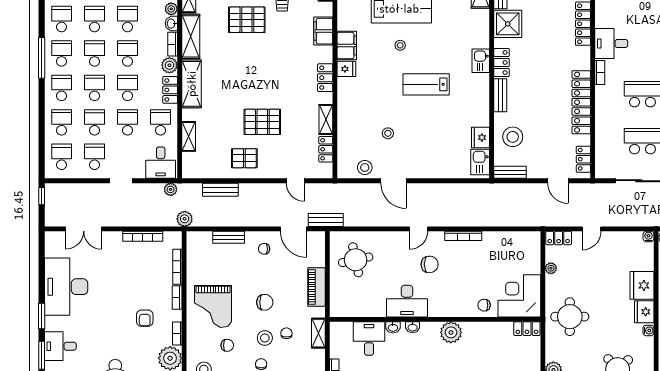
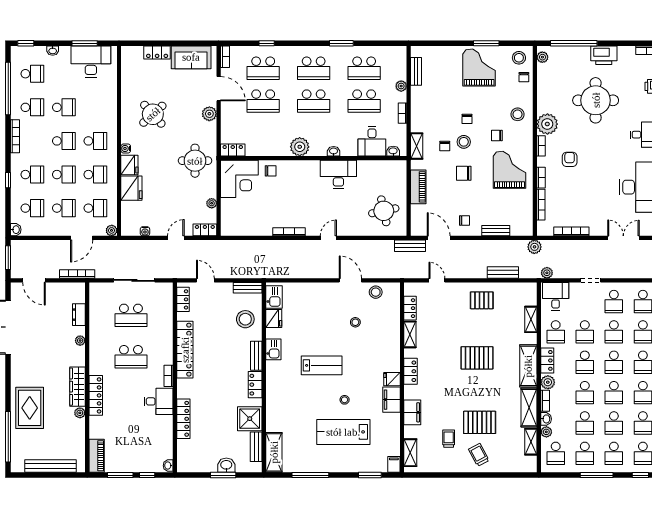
kitchen sink: (481, 61) -> (273, 349), moved
pallet: (262, 122) -> (477, 358), moved
water cooler: (648, 237) -> (145, 231), moved
chair: (430, 264) -> (319, 207), removed
washbasin: (393, 327) -> (393, 151), moved

